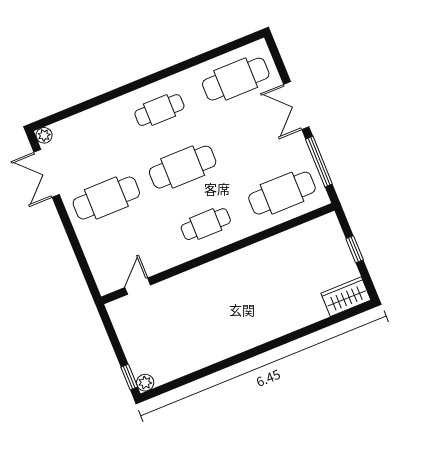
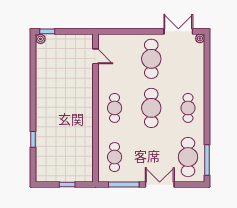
window: (228, 48) -> (207, 160), added
cafe table: (282, 193) -> (115, 157), width x0.73, depth x0.74
wardrobe: (346, 297) -> (43, 169), removed
window: (306, 331) -> (33, 139), added

